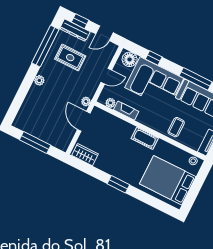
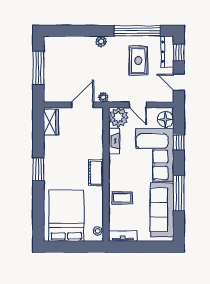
plant: (110, 103) -> (118, 117), width x1.88, depth x1.88

